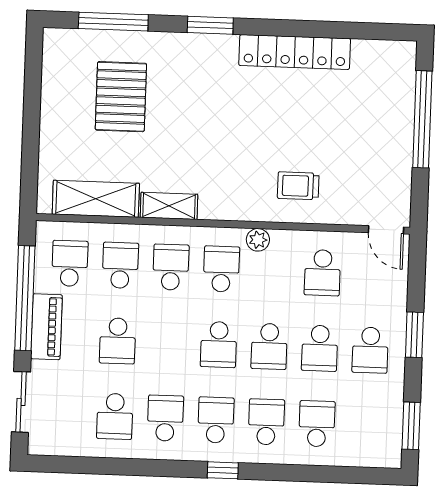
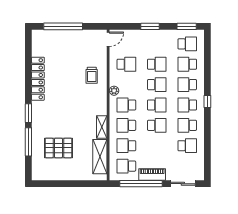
window: (113, 22) -> (28, 142), moved
school desk: (118, 341) -> (157, 125), moved
school desk: (370, 350) -> (187, 44), moved

